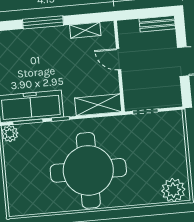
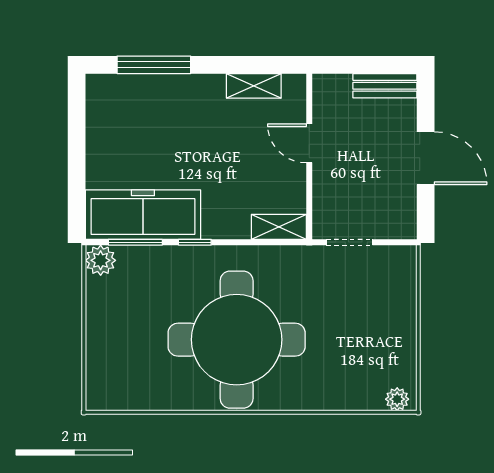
window: (43, 22) -> (154, 65), moved
shelving: (98, 105) -> (279, 227), width x0.67, depth x0.75
plant: (173, 190) -> (397, 399), width x0.53, depth x0.53

